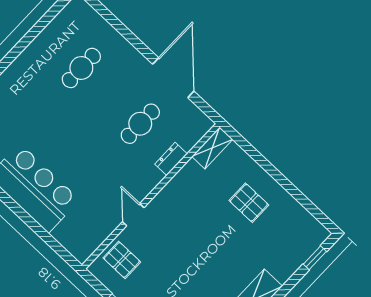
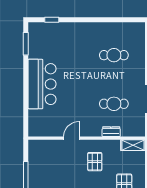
pallet: (122, 260) -> (95, 162), moved

